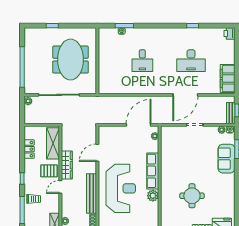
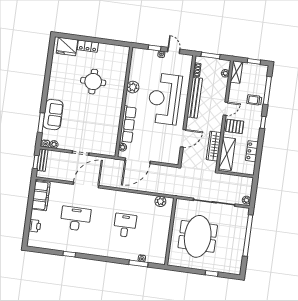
printer: (230, 33) -> (35, 226), moved
plant: (111, 89) -> (160, 201), added
wardrobe: (67, 165) -> (214, 146), moved
row of seats: (153, 171) -> (128, 124), moved

